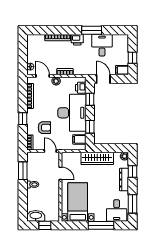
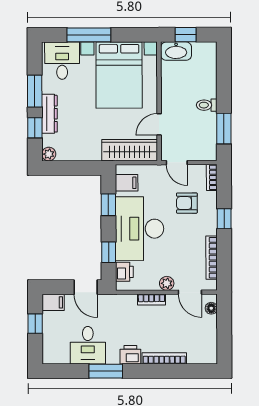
wardrobe: (97, 158) -> (130, 150), moved
door: (60, 173) -> (159, 124), hinge flipped
bed with nightstands: (78, 202) -> (119, 75), width x1.36
window: (133, 204) -> (35, 91), moved
washbasin: (36, 216) -> (176, 51), moved

